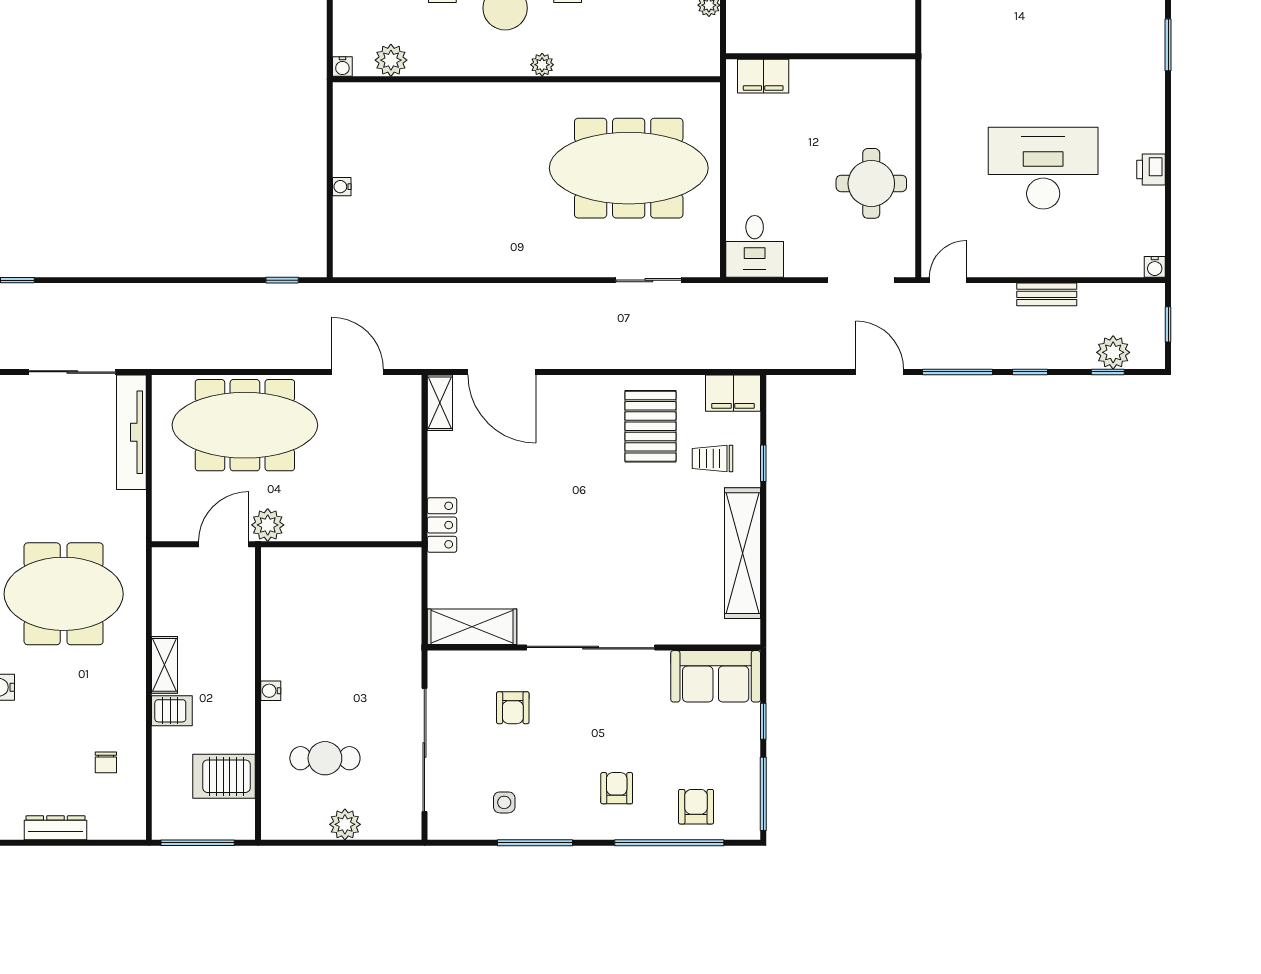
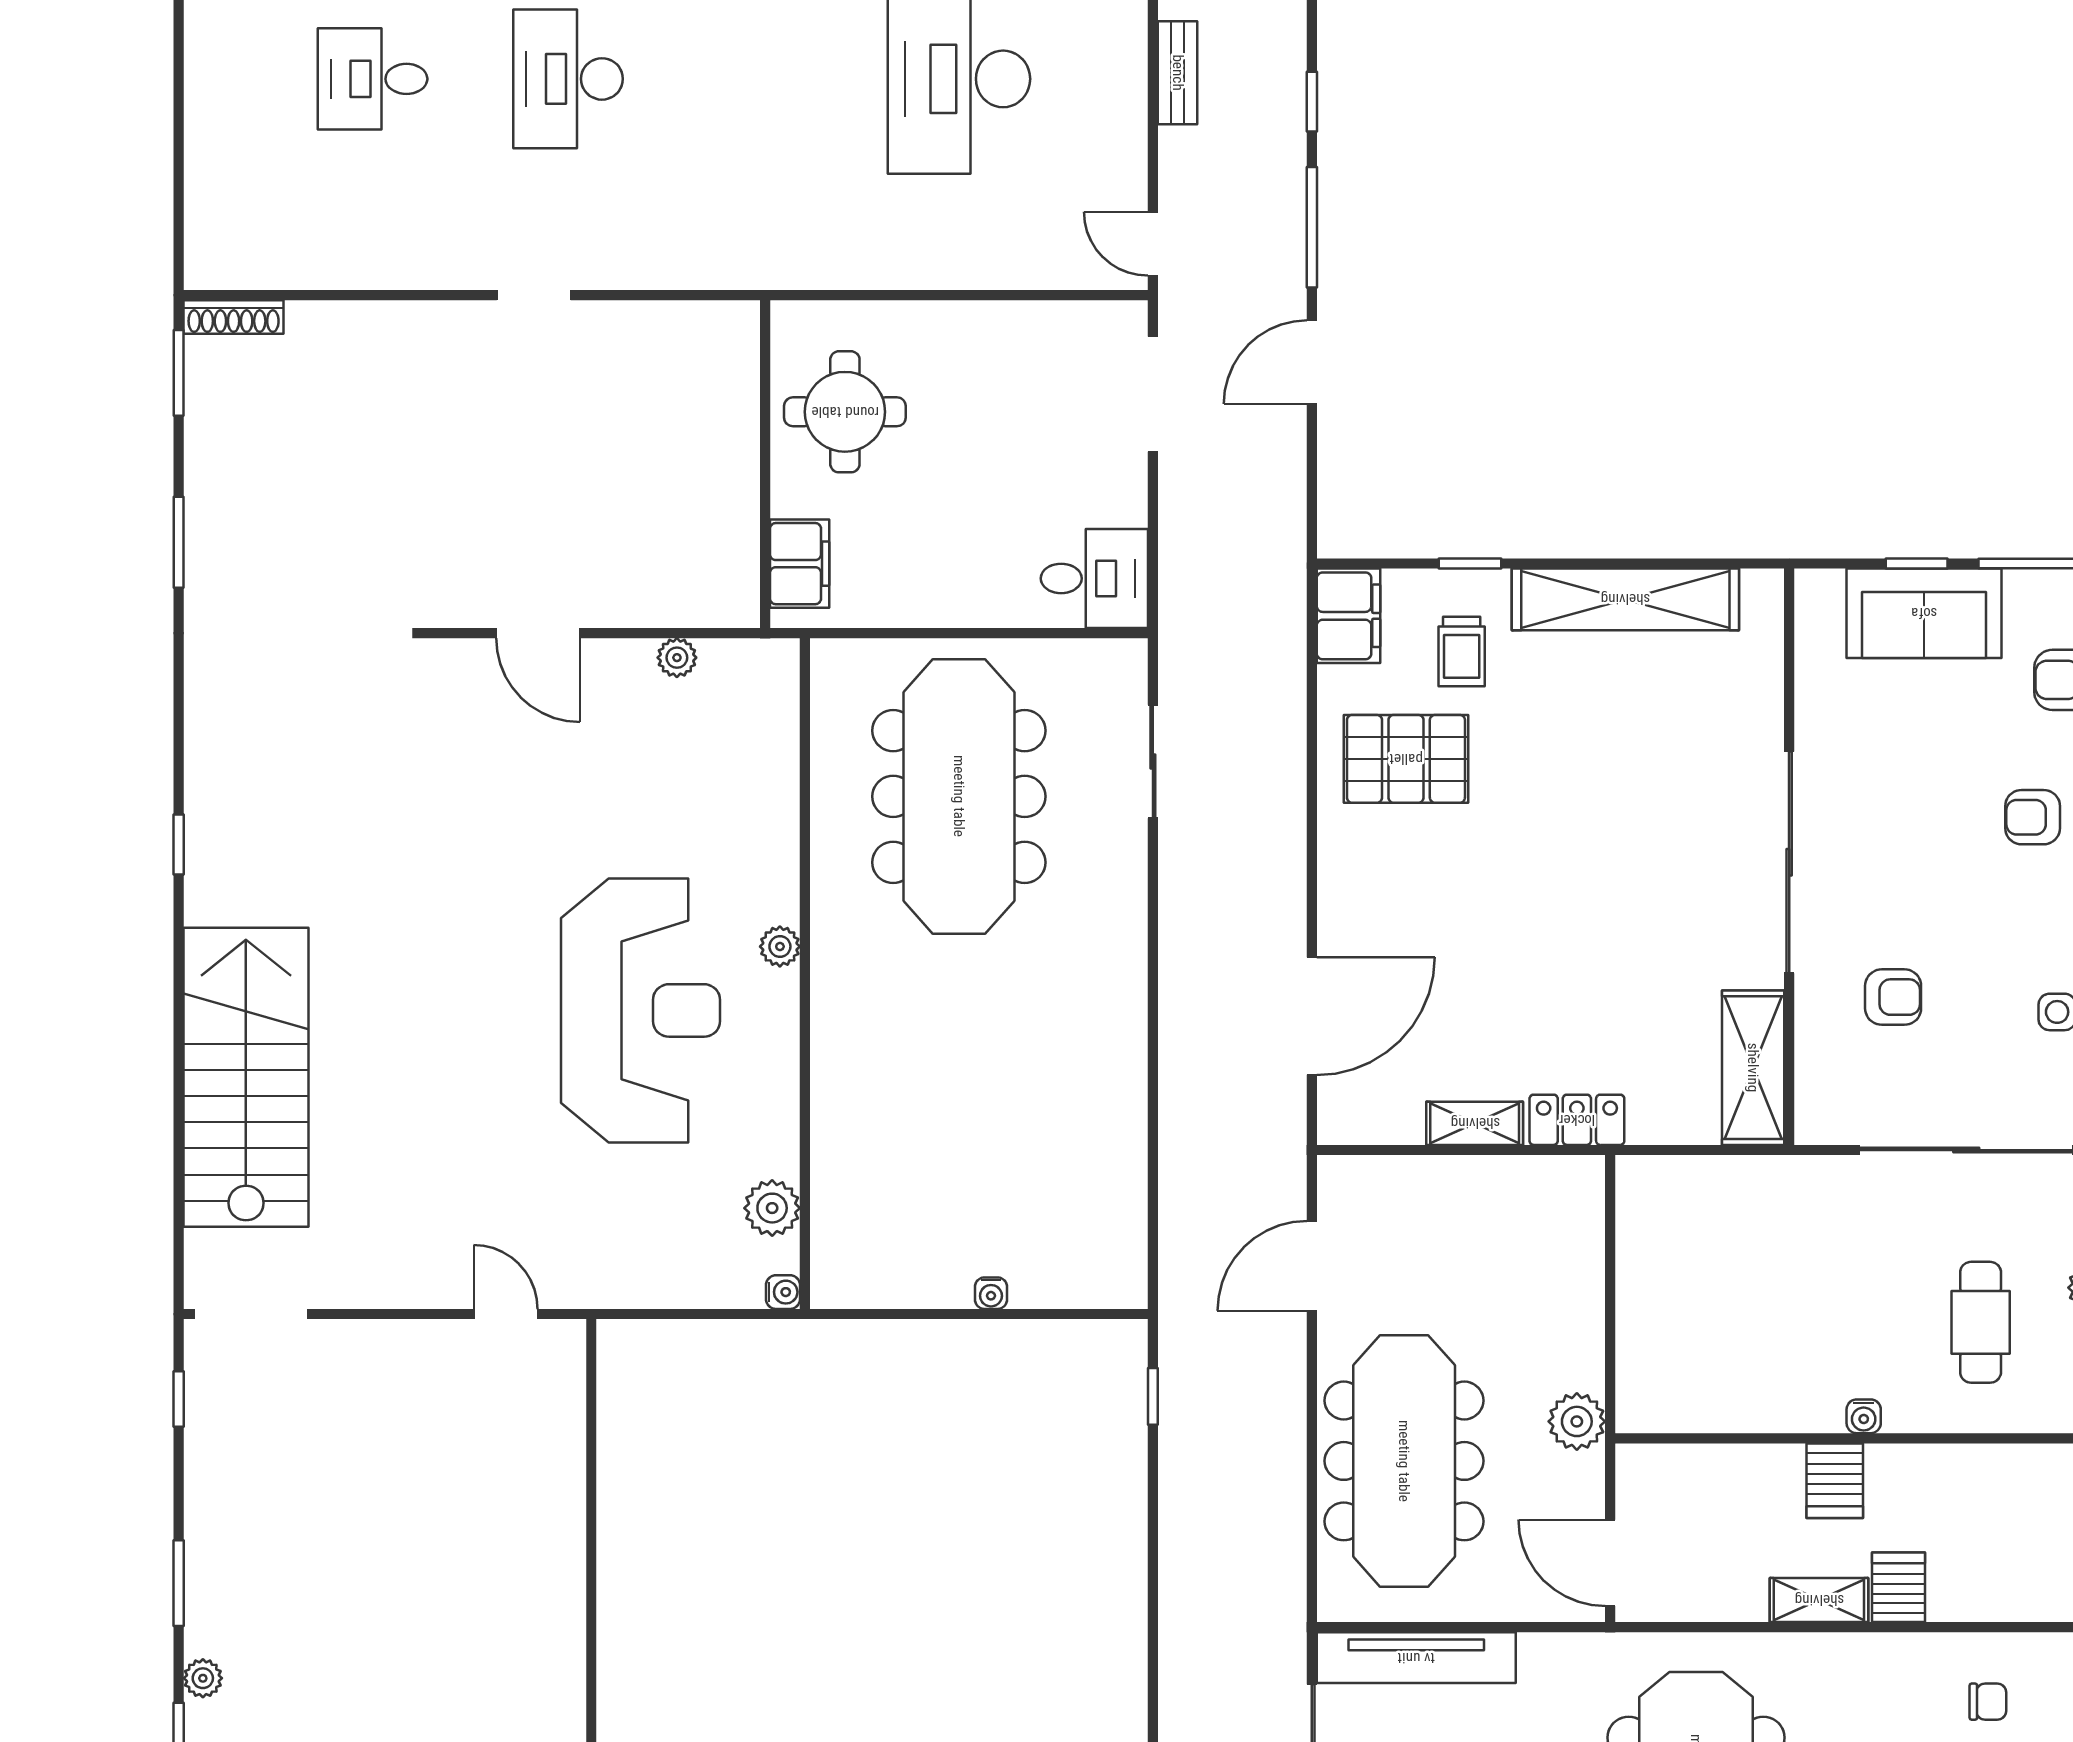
round table: (871, 183) -> (845, 412), moved
shelving: (440, 403) -> (1475, 1123), moved
door: (224, 544) -> (1610, 1563), moved
sofa: (716, 676) -> (1924, 613), moved, turned 90
server rack: (224, 776) -> (1835, 1481), moved, width x0.73, depth x0.70

